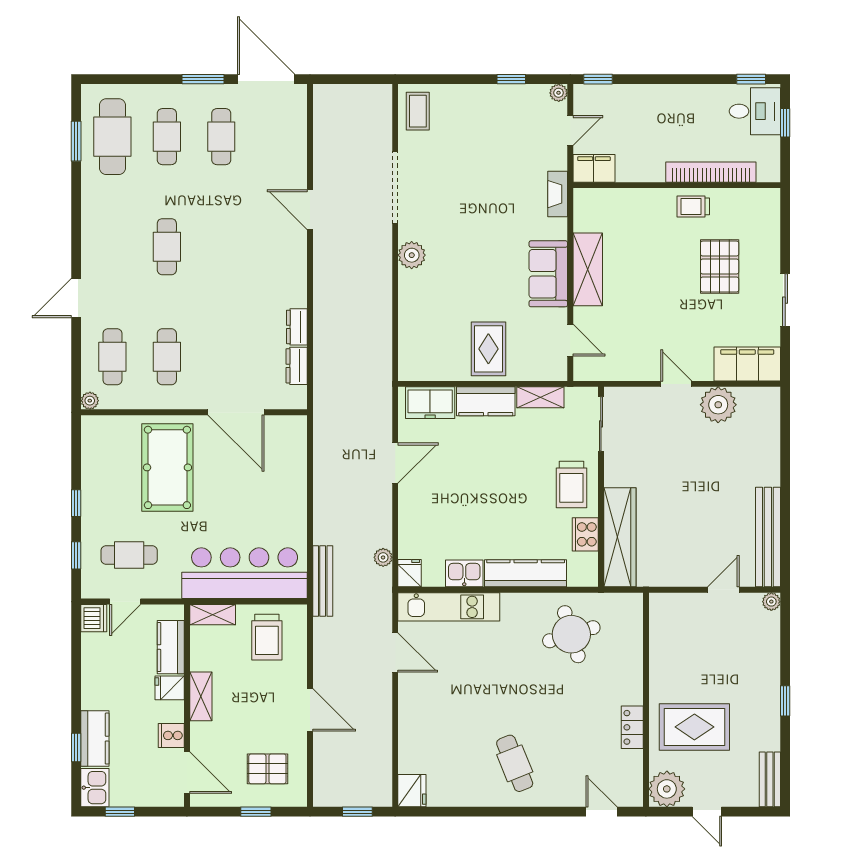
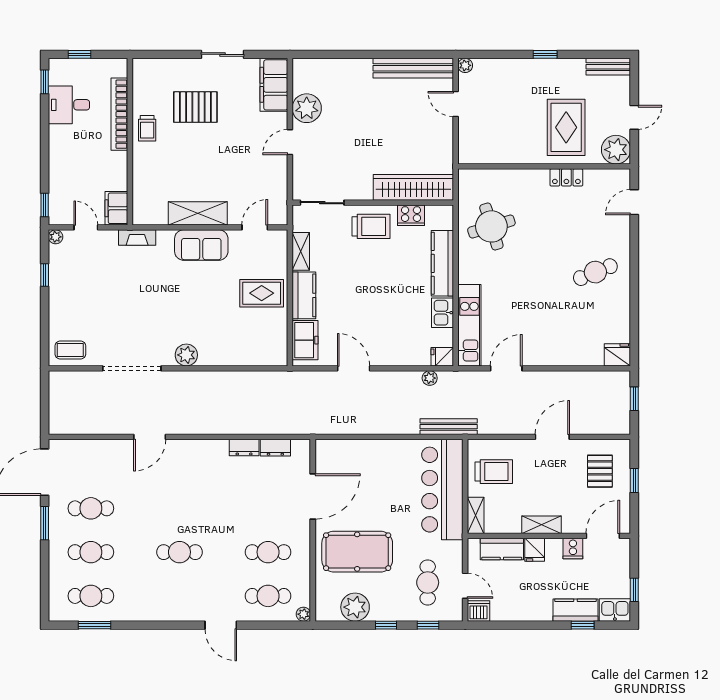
desk: (755, 111) -> (69, 105), moved, turned -90
cafe table: (112, 137) -> (91, 596), width x0.73, depth x0.74
plant: (99, 465) -> (355, 607), added

